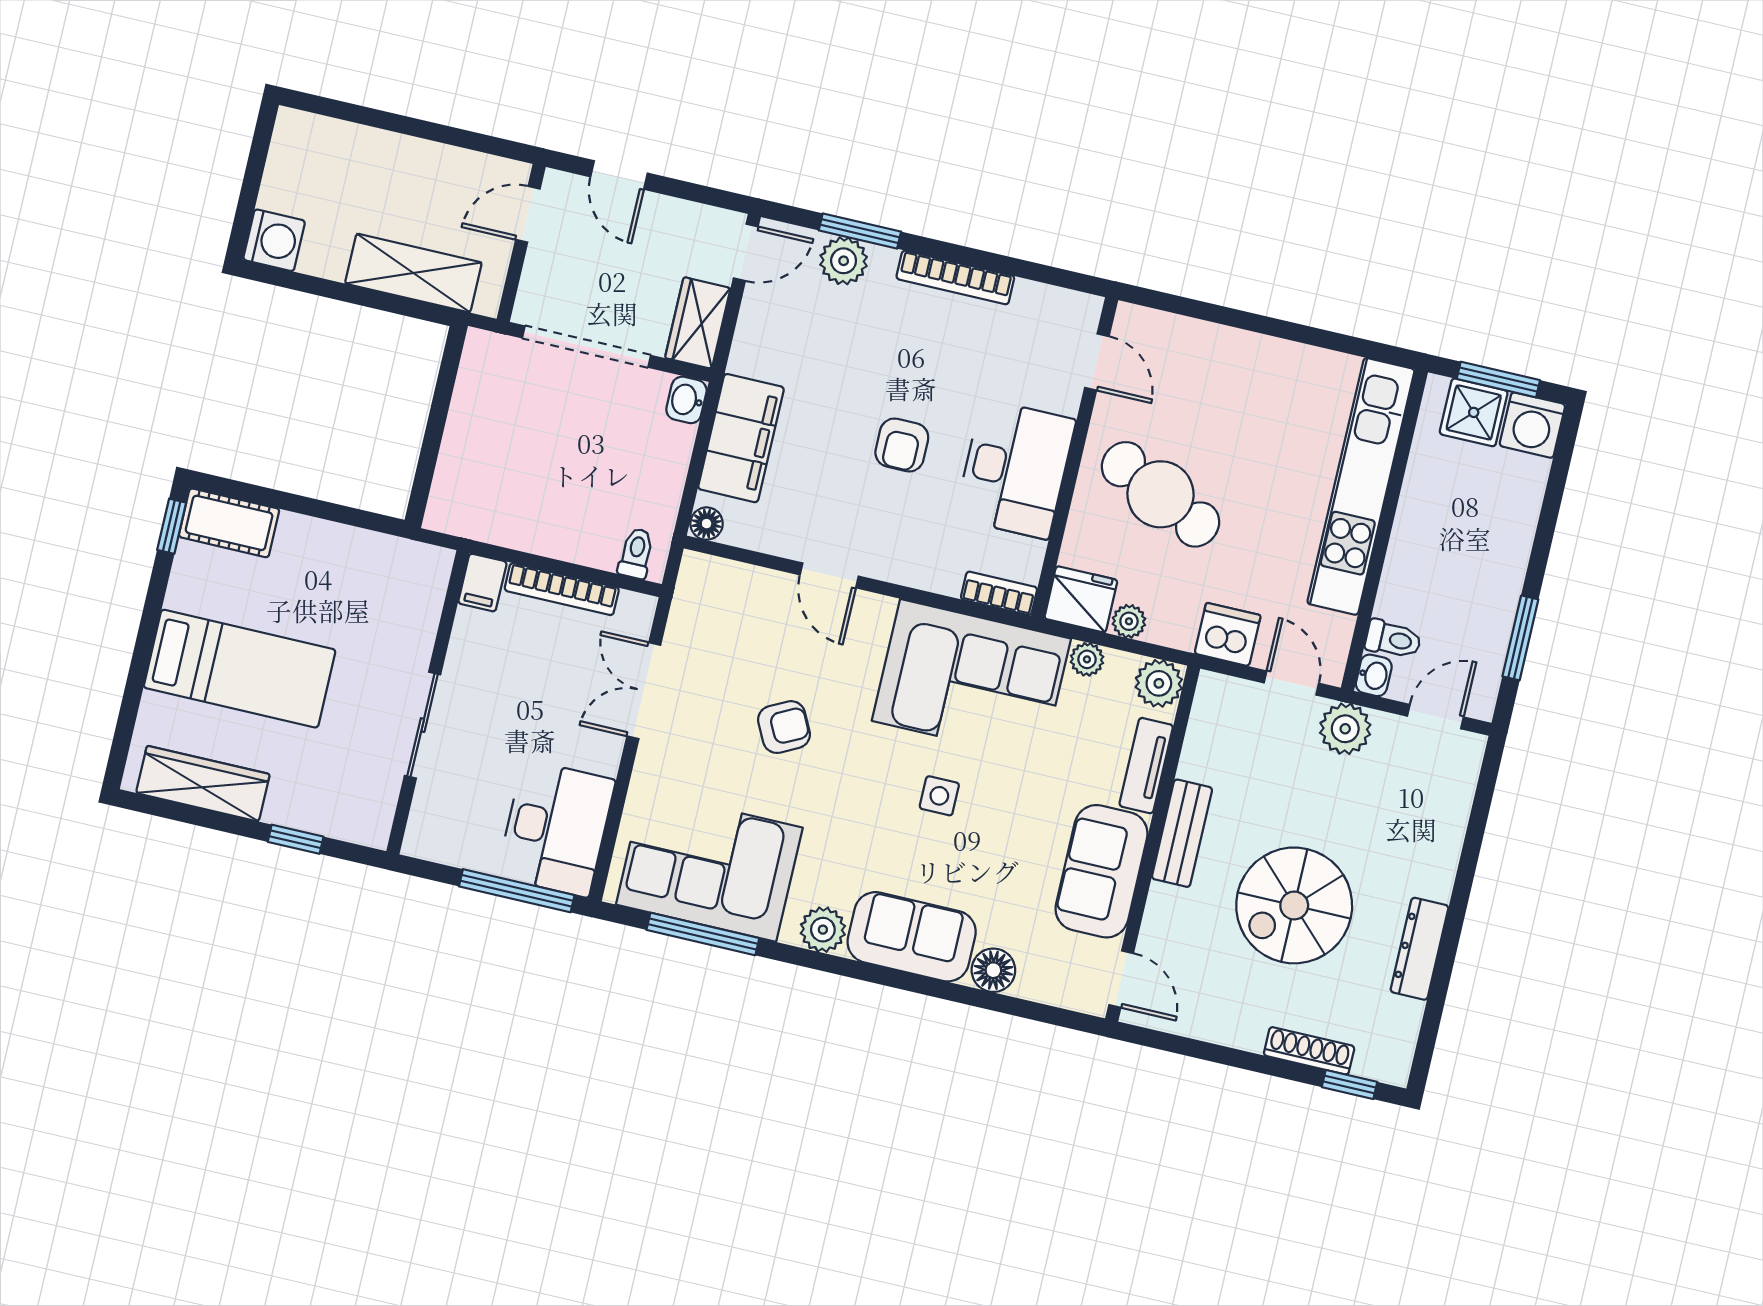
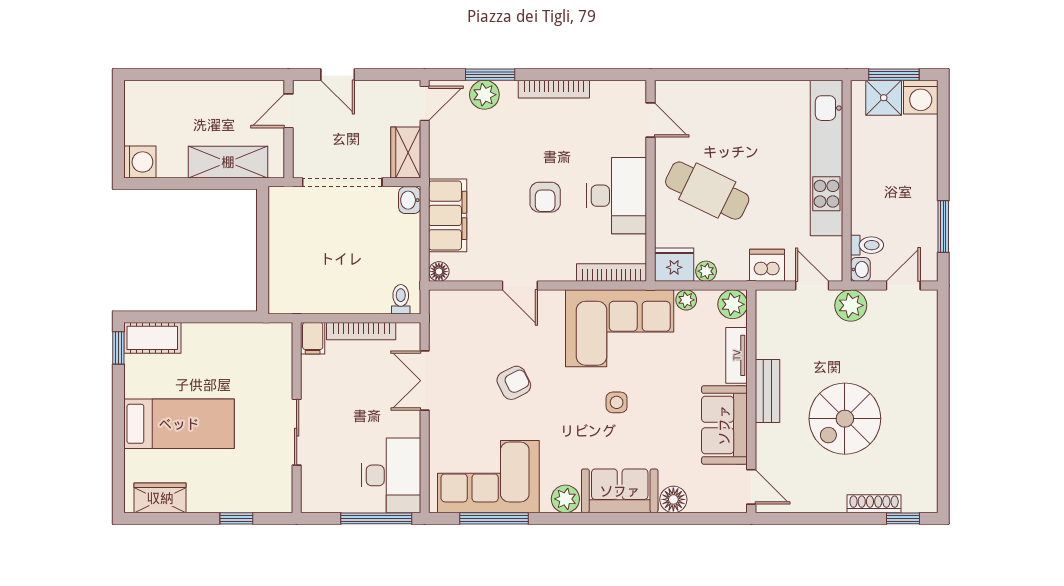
bookcase: (999, 593) -> (612, 273), width x1.56
wardrobe: (203, 784) -> (160, 498), width x0.67
dresser: (1419, 949) -> (926, 427), removed

